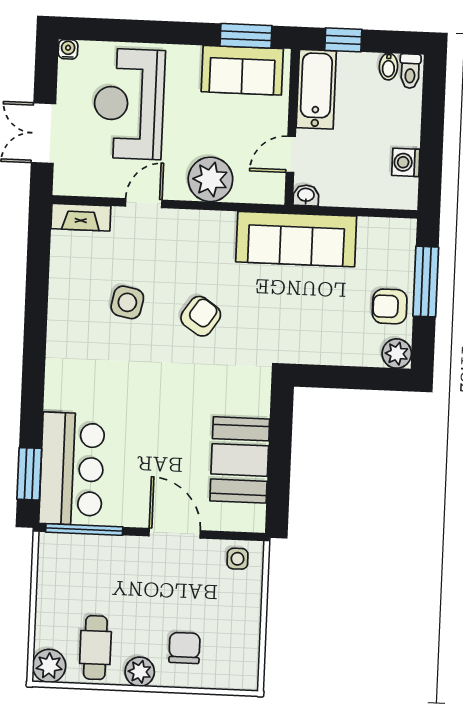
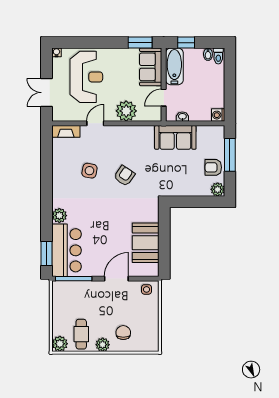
sofa: (242, 70) -> (151, 67), moved, turned 90
reception desk: (129, 104) -> (86, 77), turned 180
washing machine: (406, 162) -> (218, 115), moved
washbasin: (306, 195) -> (182, 117), moved
sofa: (296, 239) -> (175, 137), width x0.73
plant: (60, 395) -> (59, 216), added
door: (175, 533) -> (116, 279), hinge flipped

